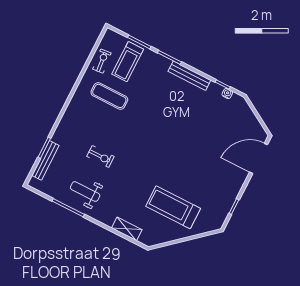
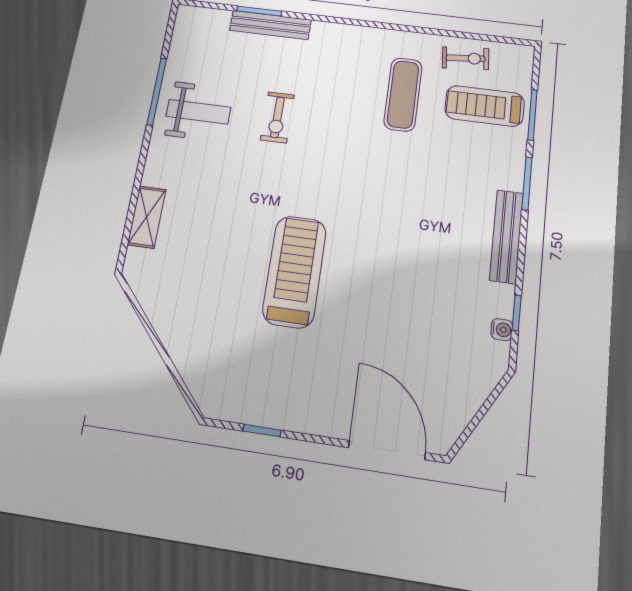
bench: (45, 160) -> (270, 25), moved
weight bench: (85, 191) -> (198, 112), turned 90
treadmill: (173, 207) -> (295, 271), moved

